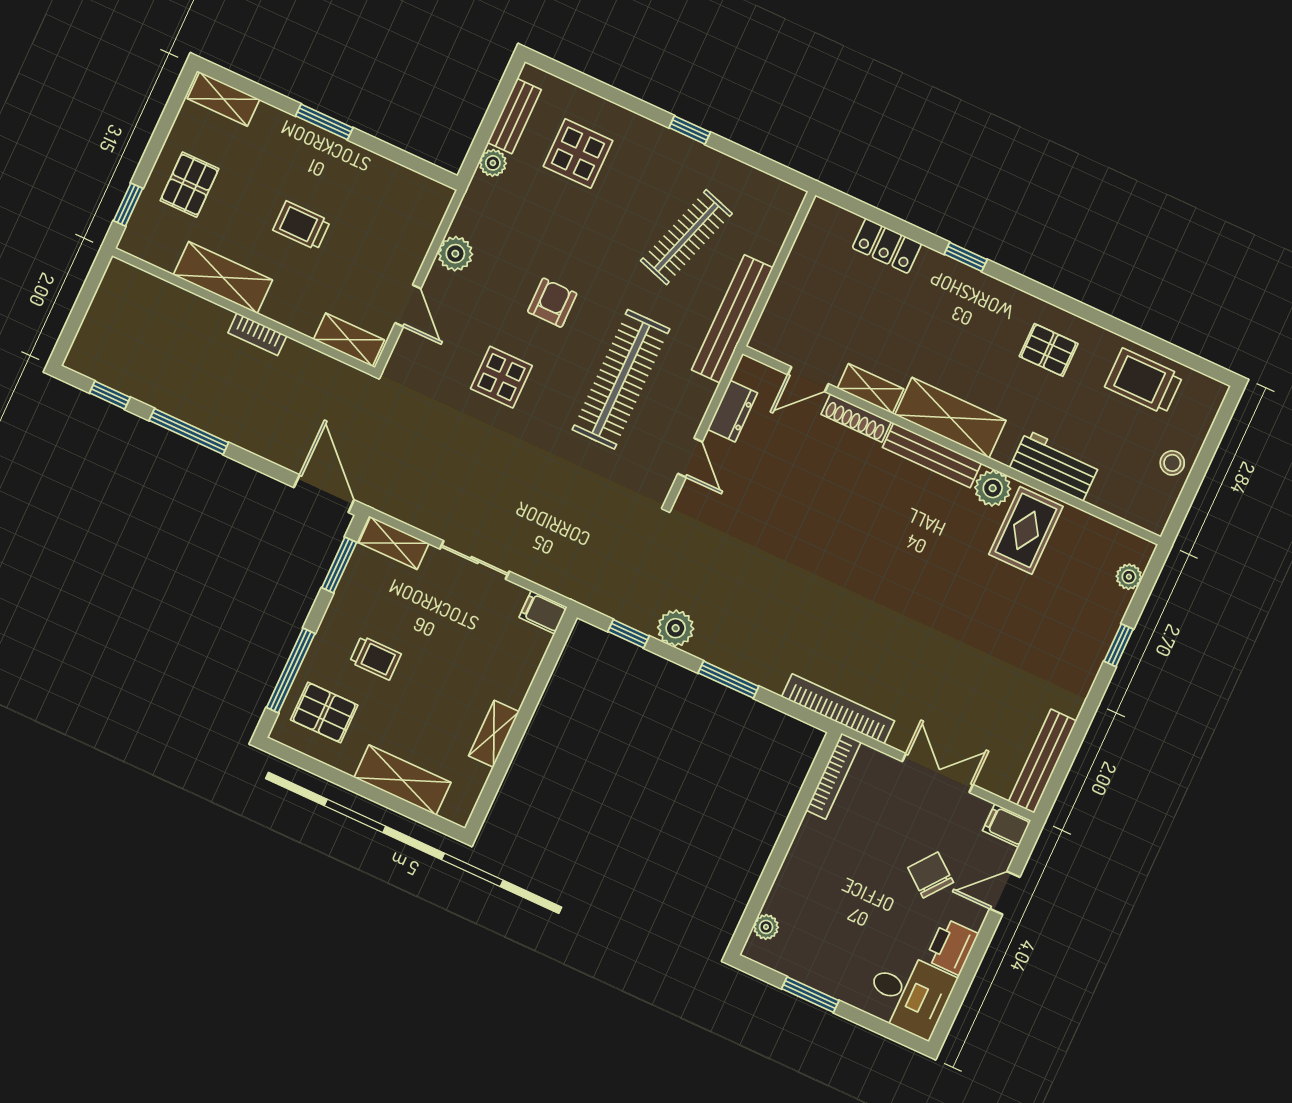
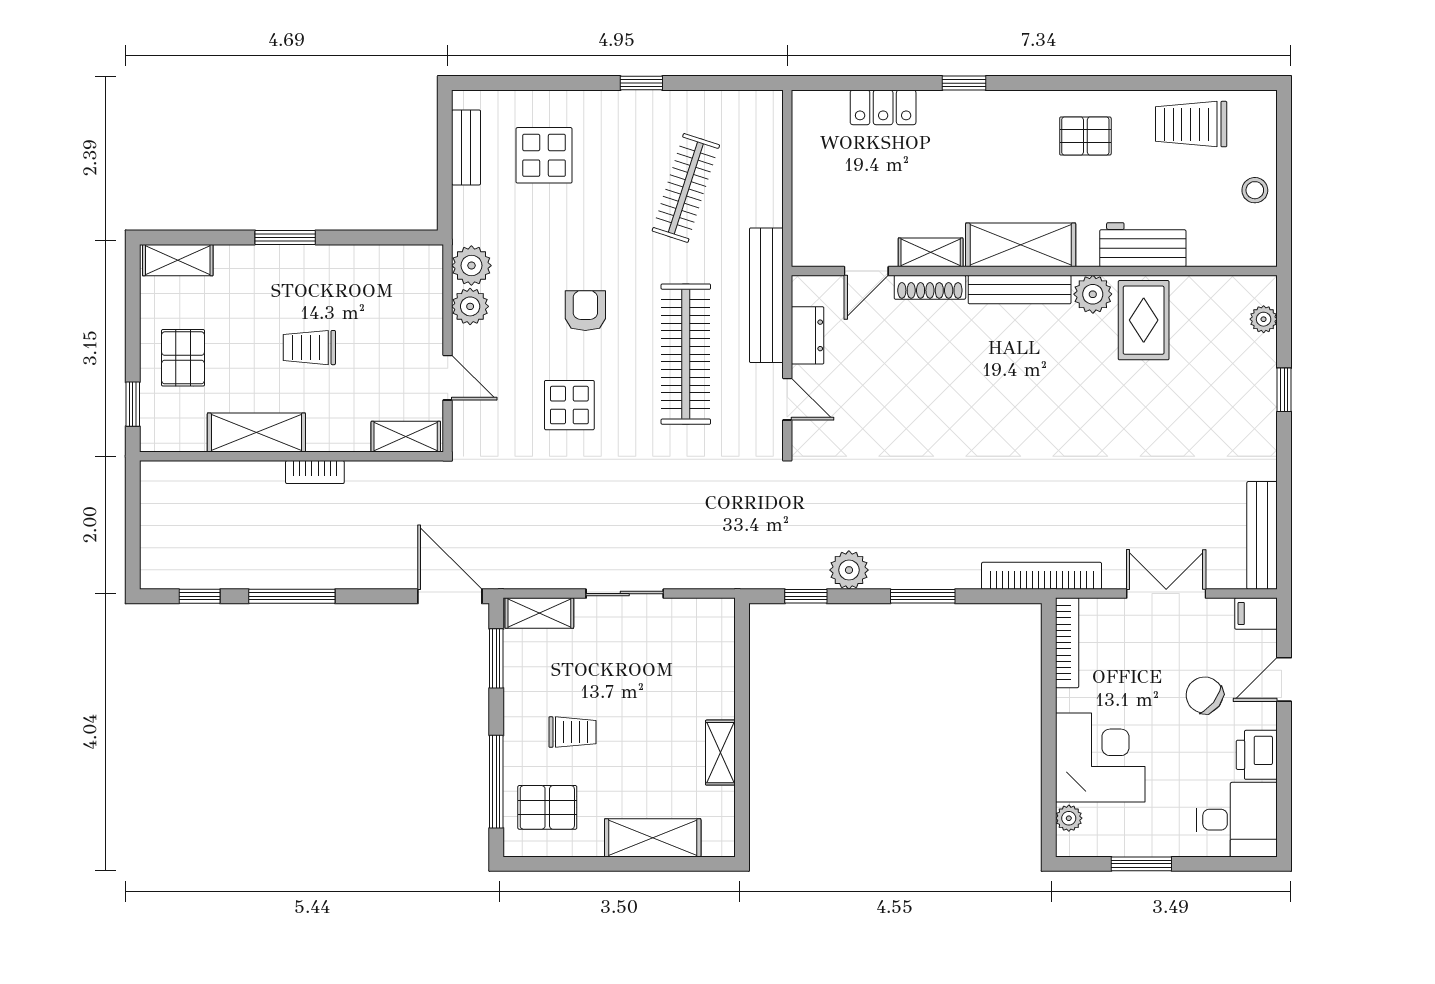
plant: (493, 163) -> (471, 266), moved, width x1.38, depth x1.38
bench: (732, 319) -> (766, 295), moved
filing cabinet: (543, 612) -> (714, 613), removed
corner desk: (817, 887) -> (1100, 758), added

